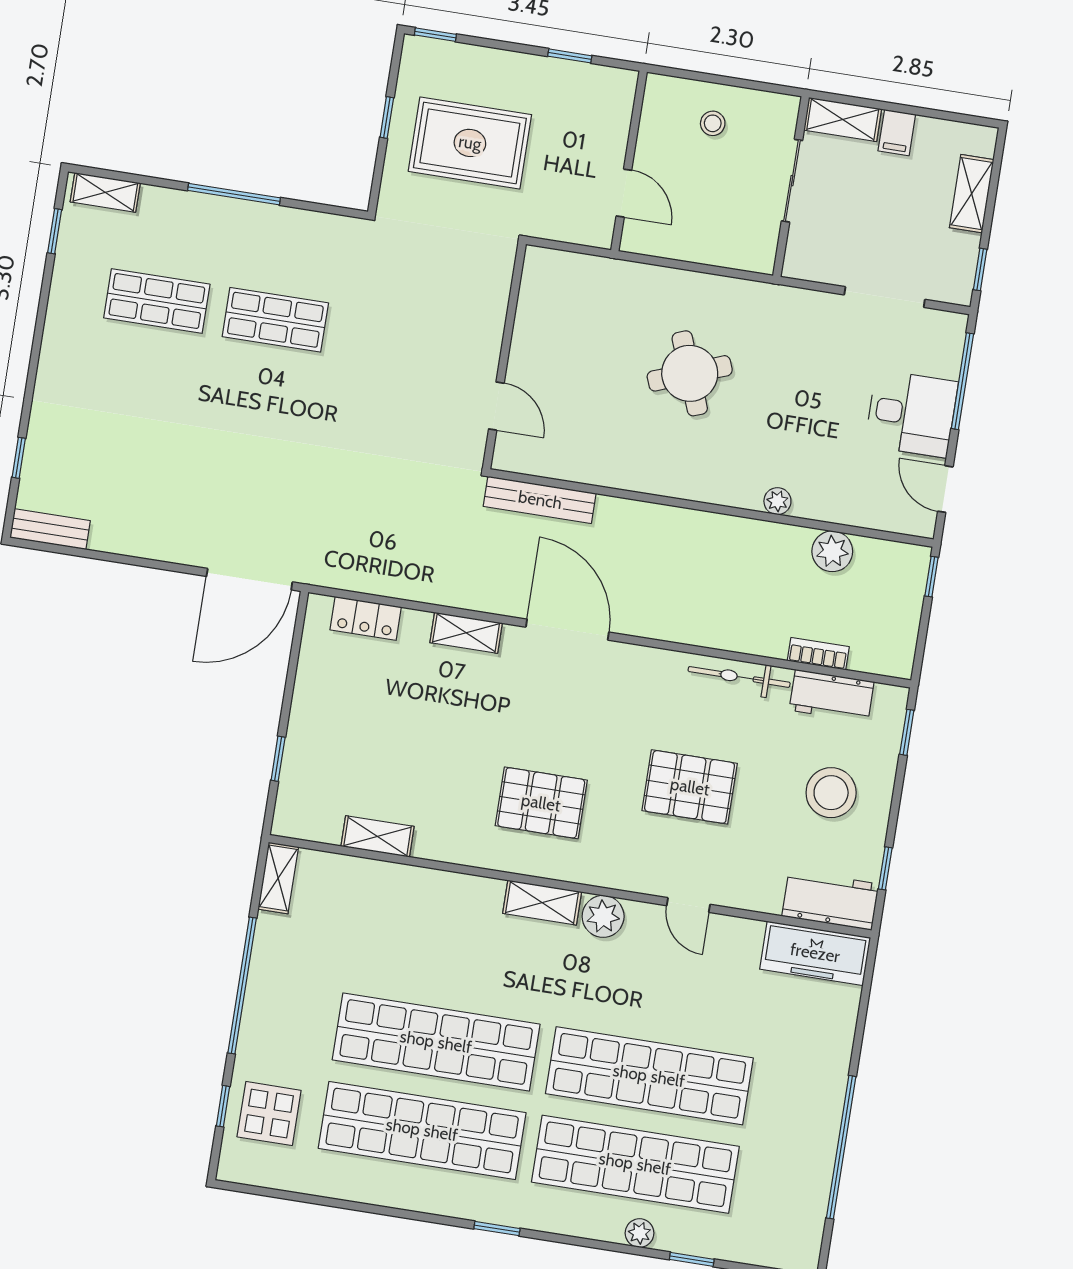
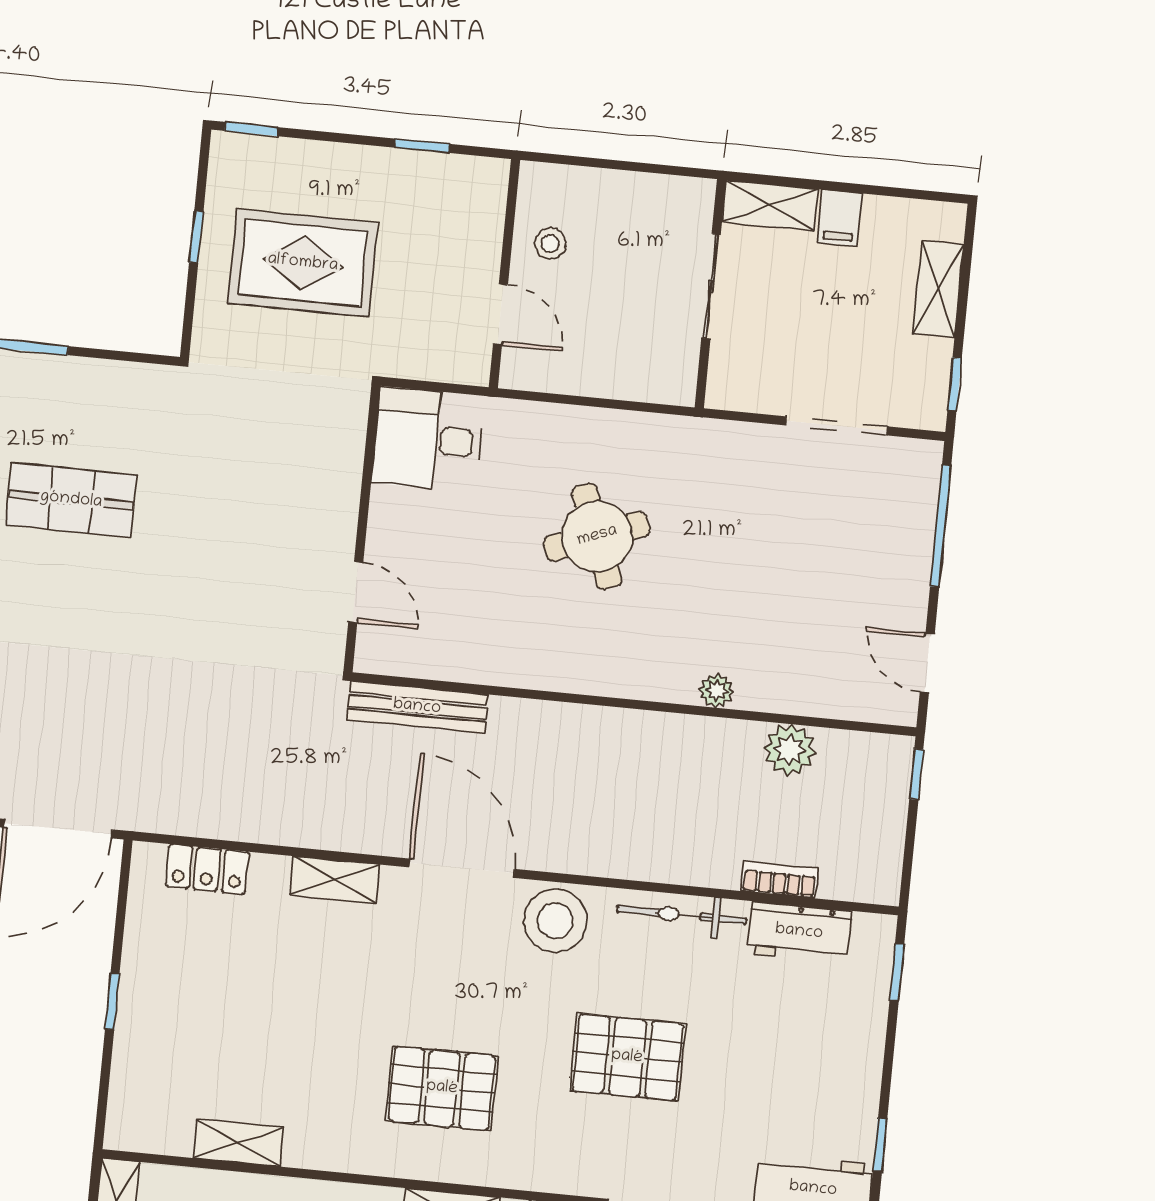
stool: (713, 123) -> (550, 244), moved
desk: (911, 414) -> (428, 439), moved, turned 180
window: (278, 759) -> (112, 1001), moved
stool: (831, 793) -> (555, 921), moved

